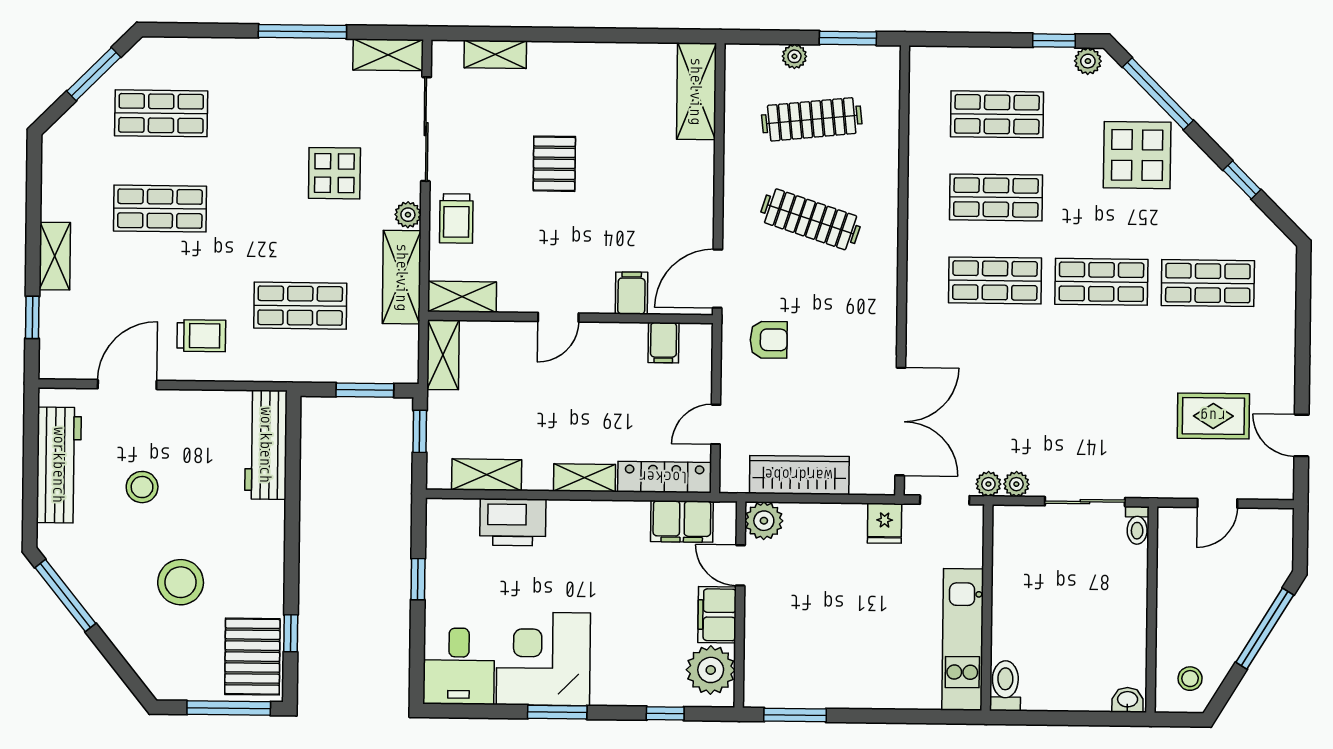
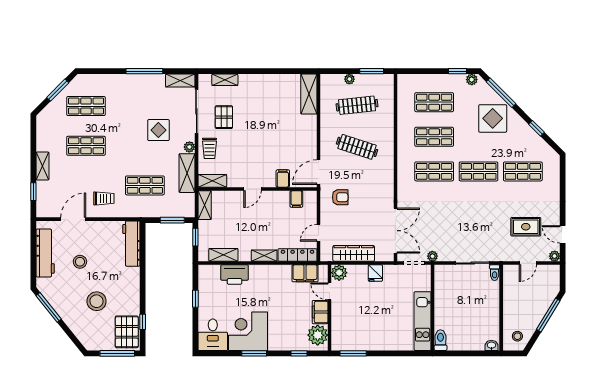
pallet: (554, 164) -> (224, 117), moved
plant: (1016, 484) -> (555, 256), moved
fridge: (885, 523) -> (375, 273), moved

